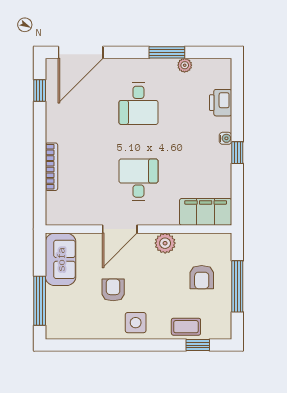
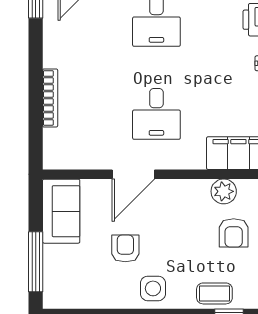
desk: (138, 180) -> (156, 114), turned 180
plant: (165, 243) -> (224, 191), moved

